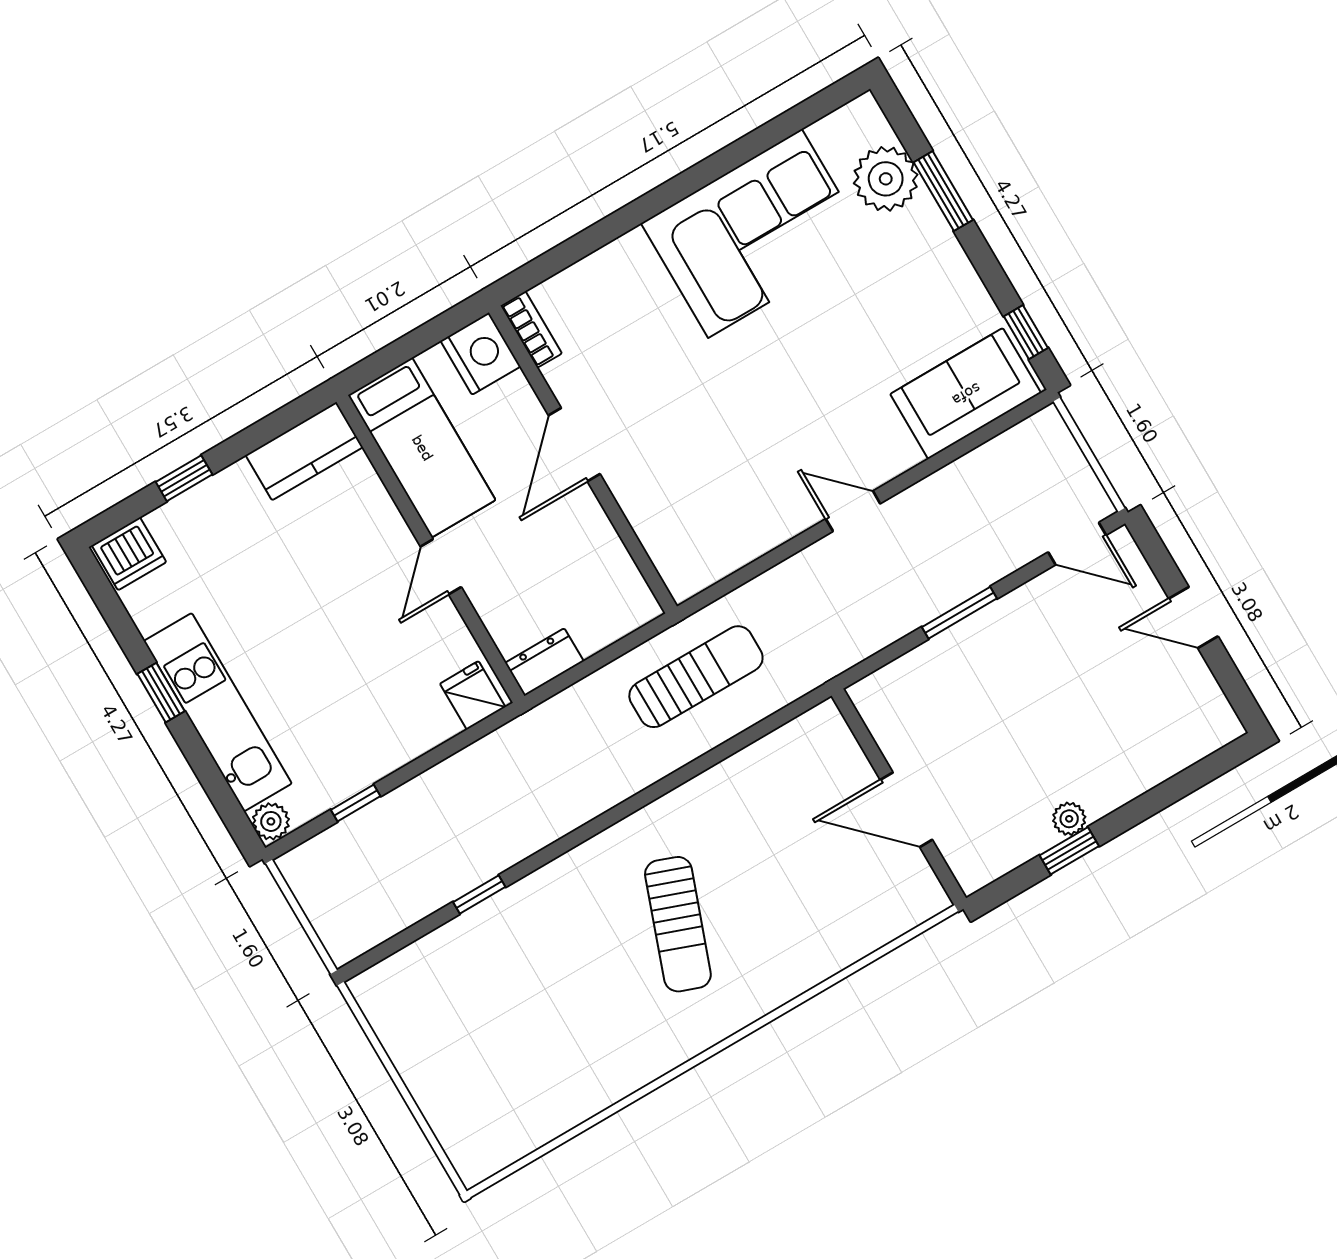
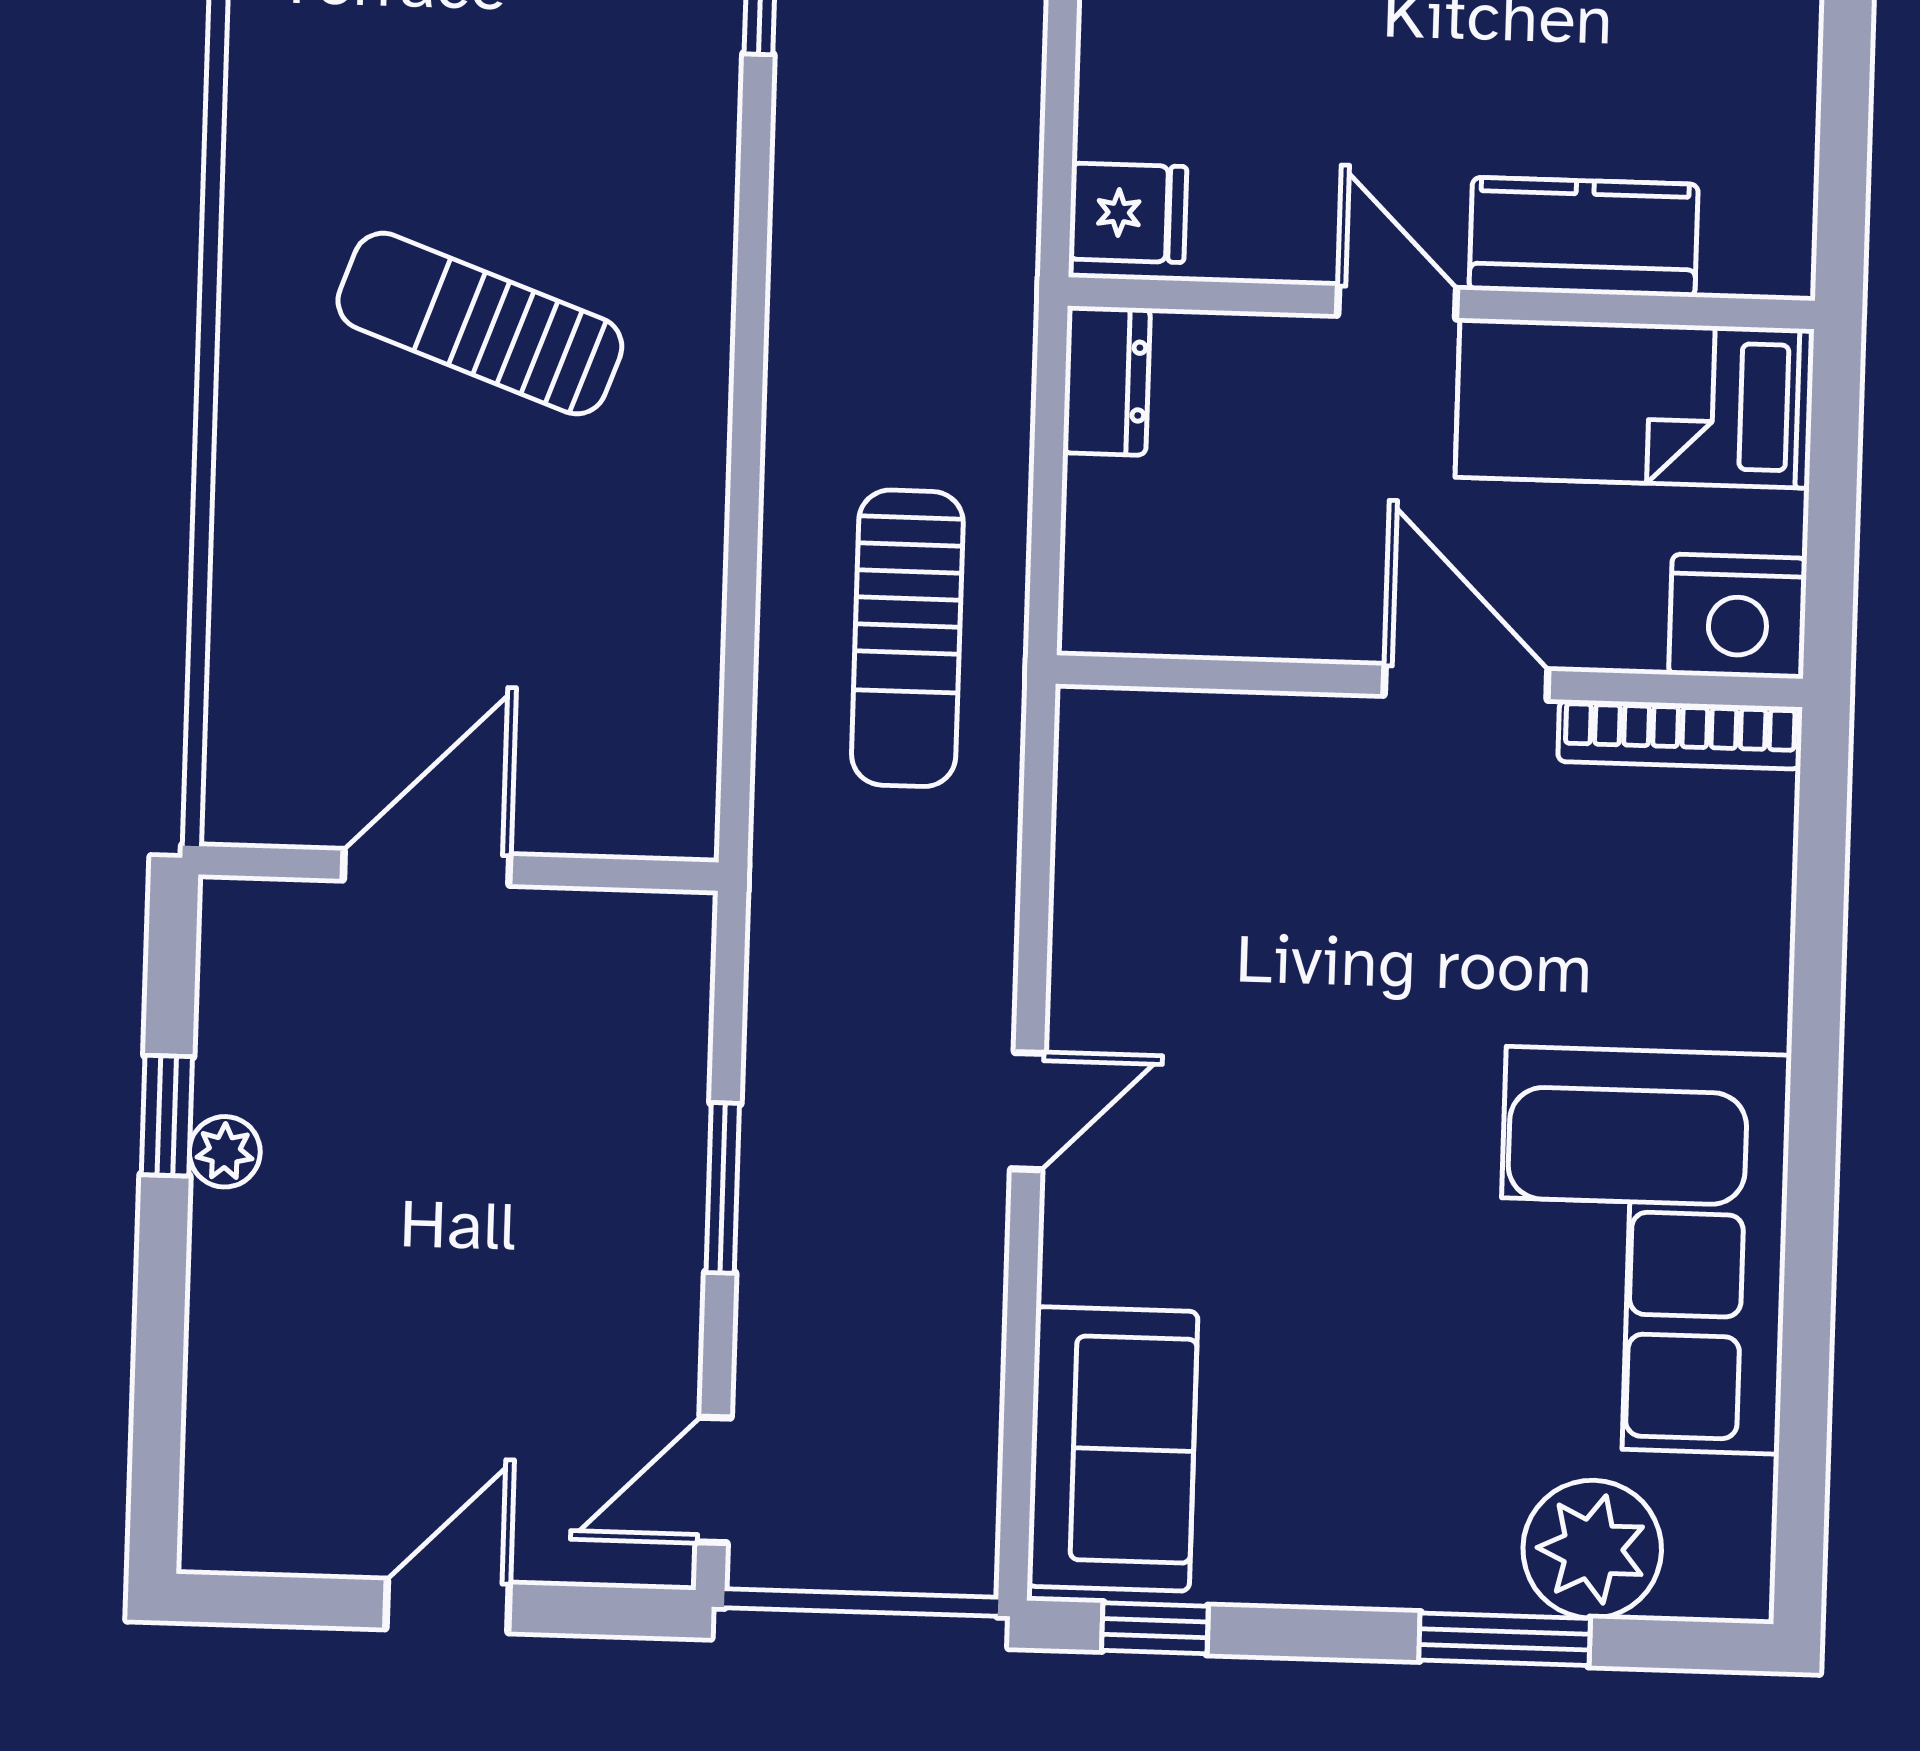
bookcase: (531, 329) -> (1680, 734), width x1.56
kitchen counter: (304, 451) -> (1584, 237), moved, turned 90

